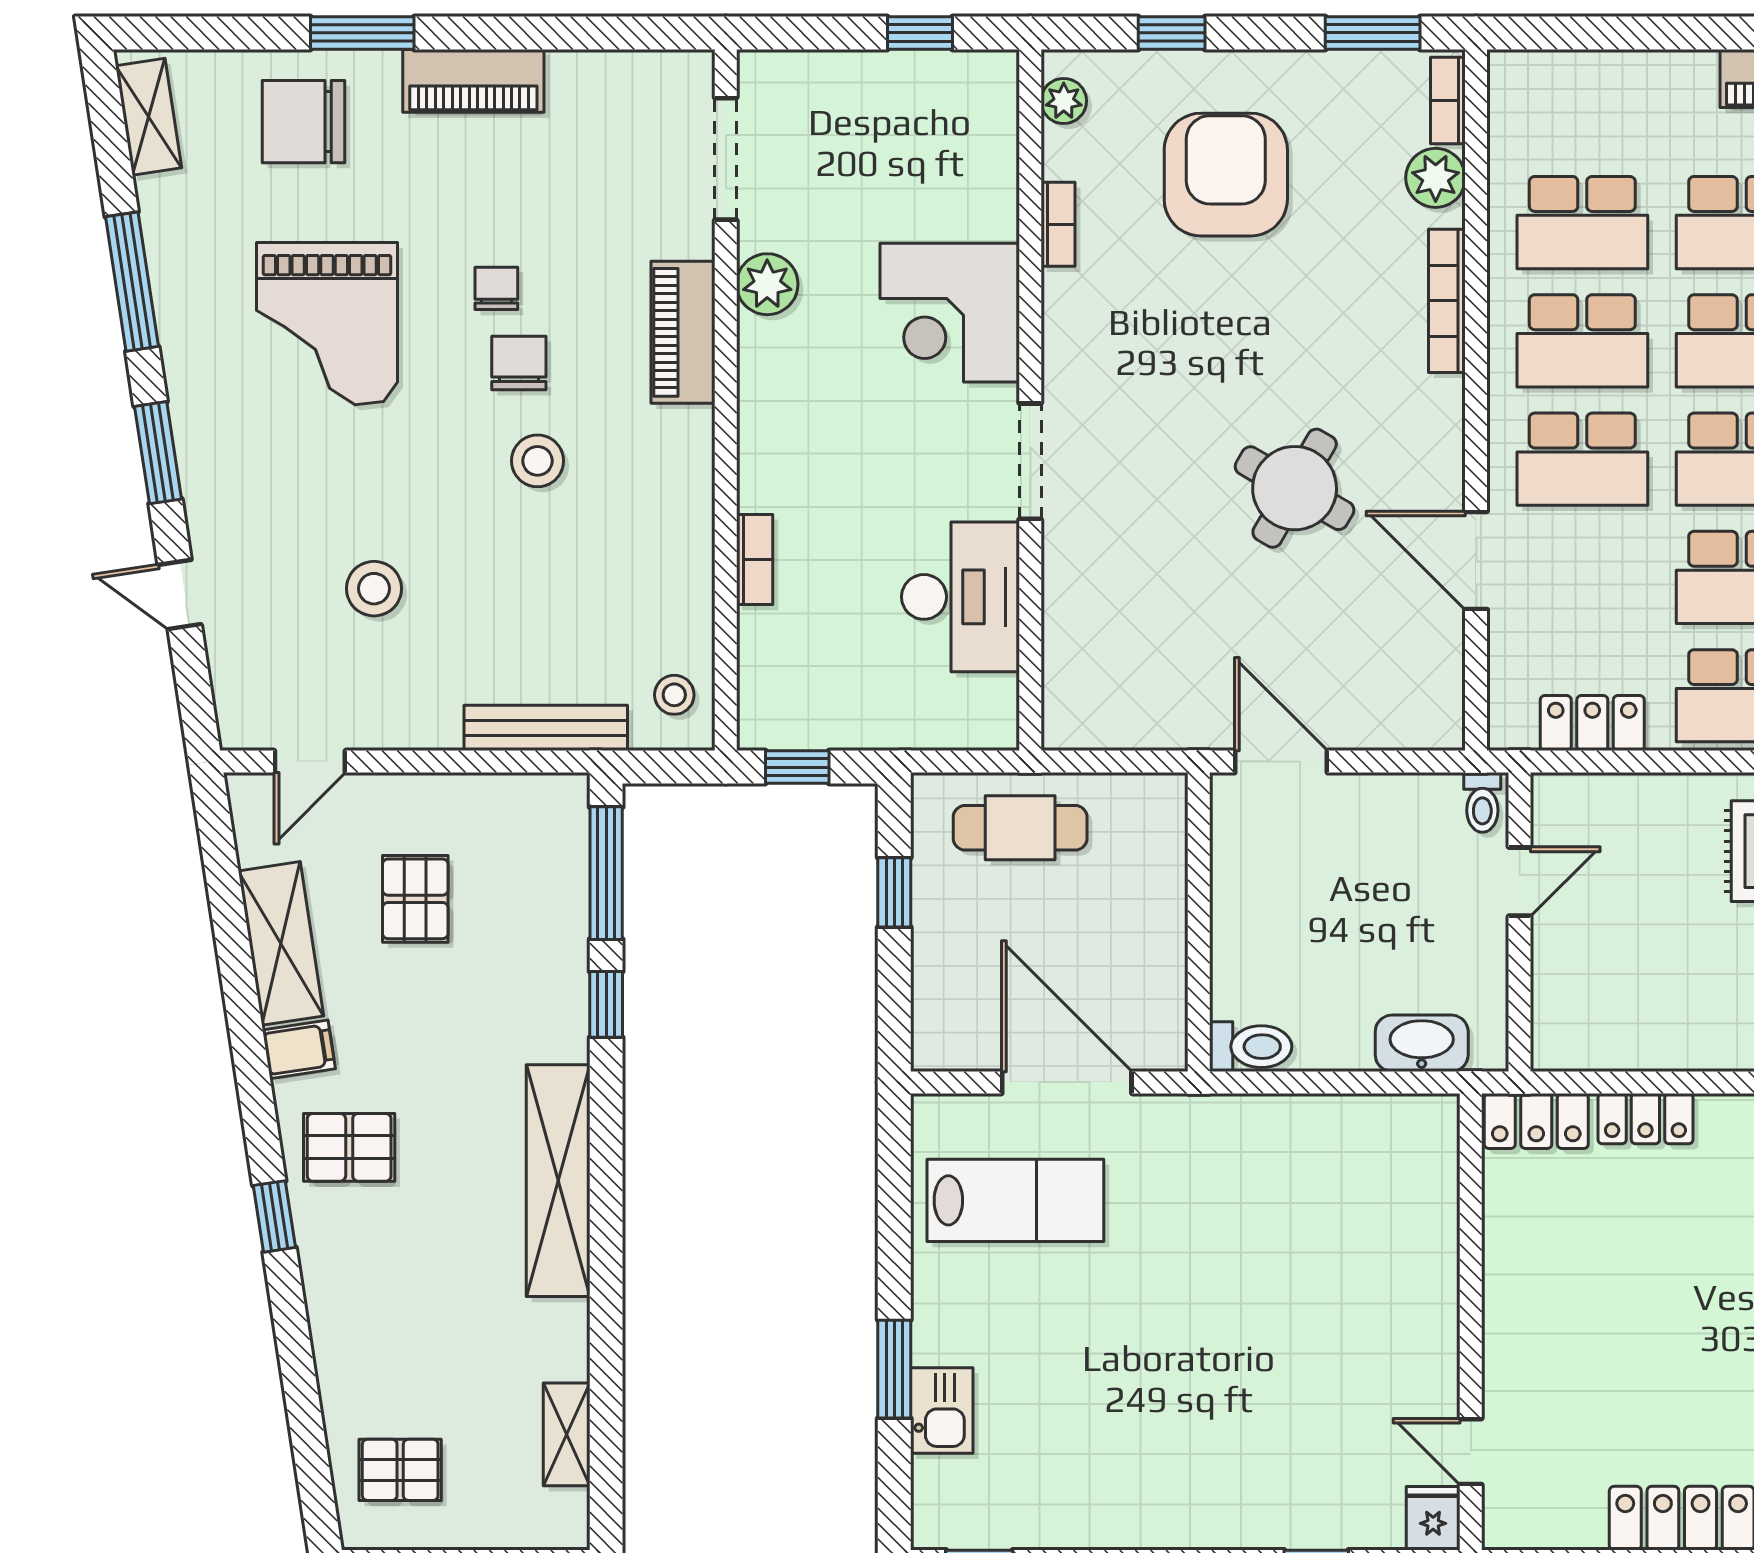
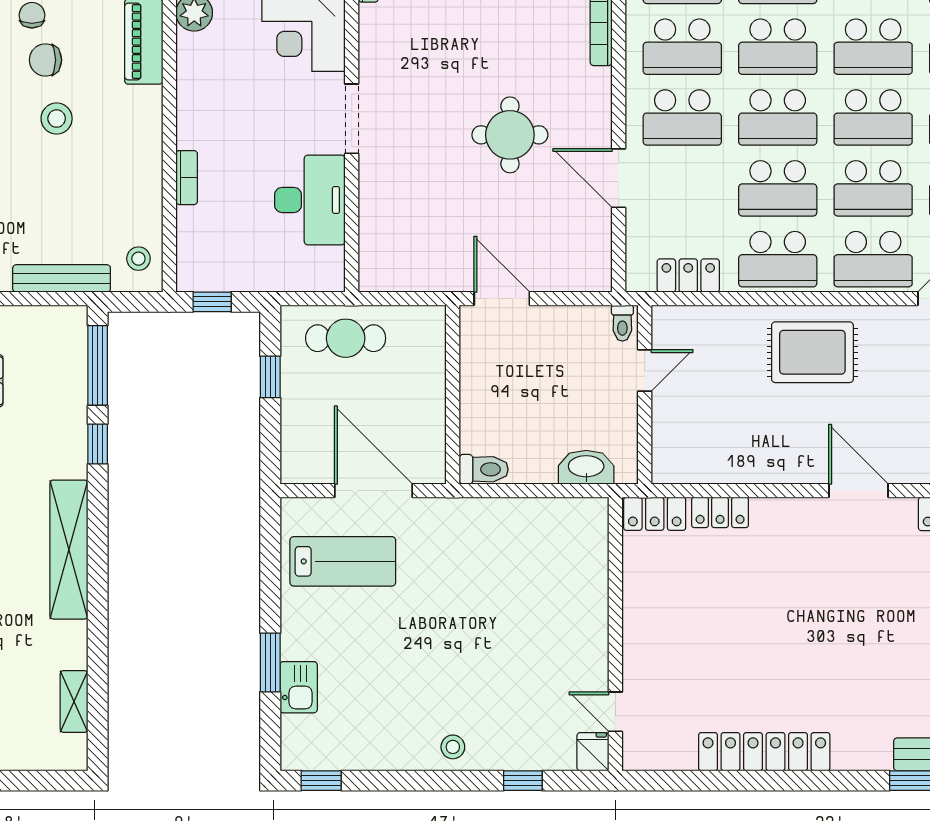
chair: (519, 363) -> (45, 60), turned -90
round table: (1295, 488) -> (510, 135), turned -30
stool: (1199, 1510) -> (453, 747), added

